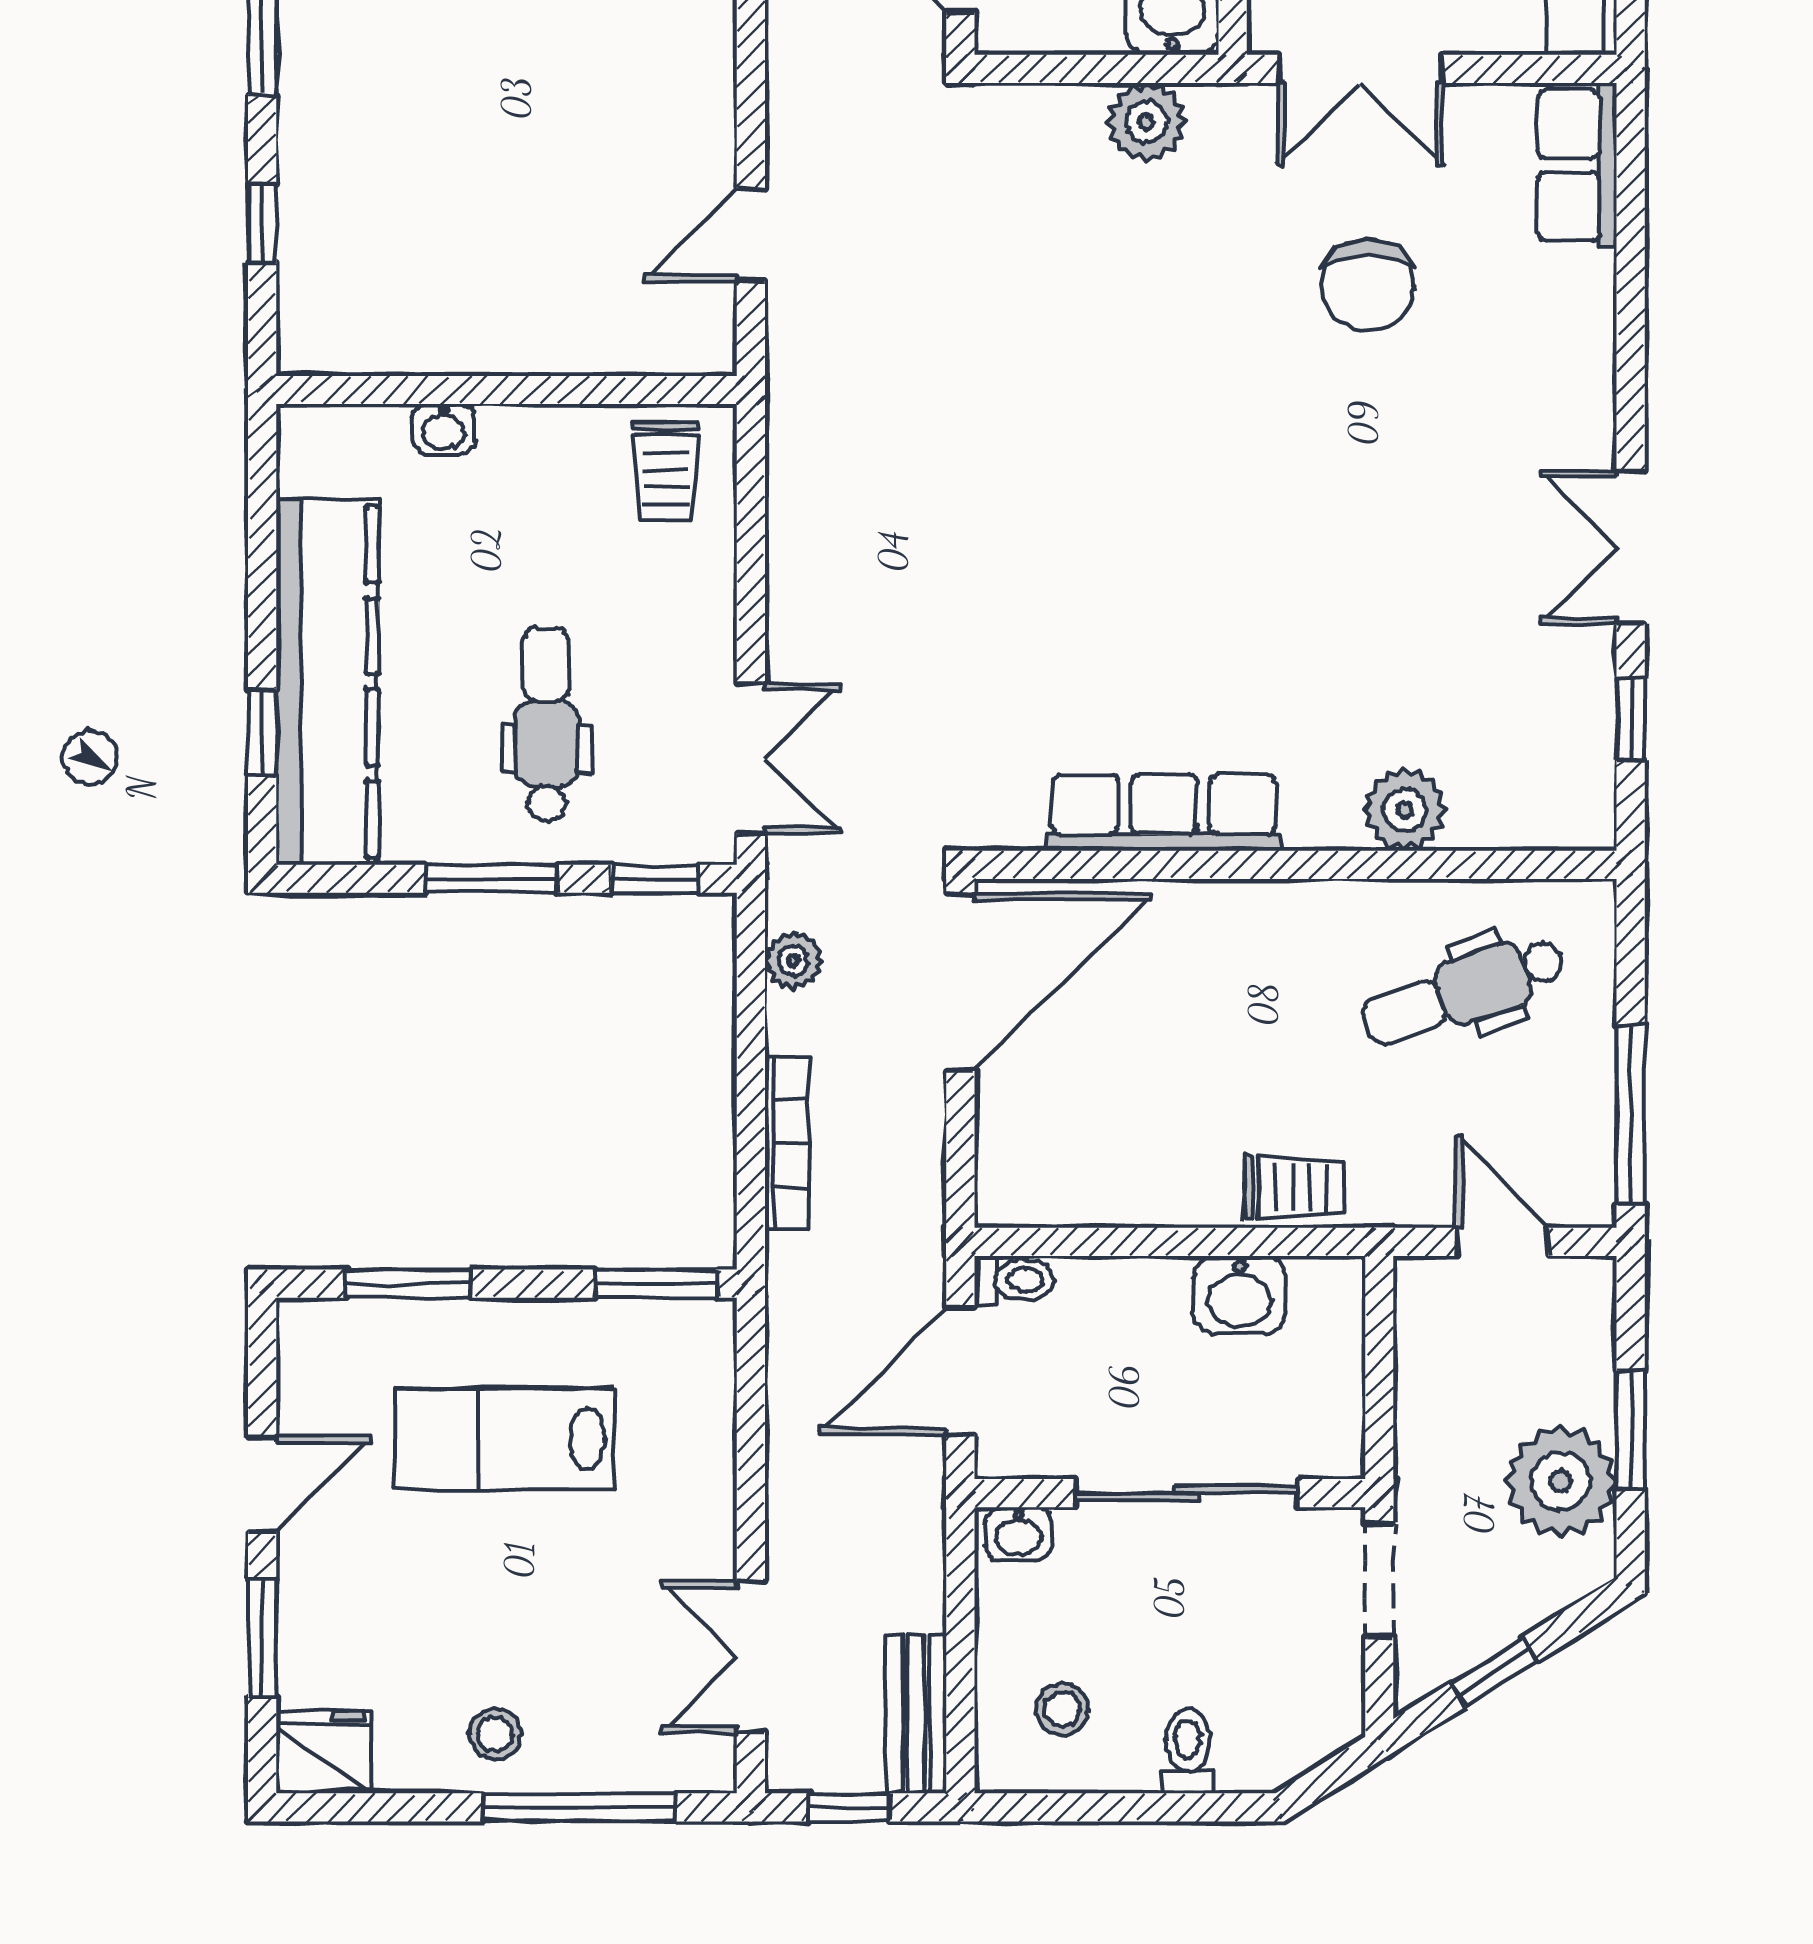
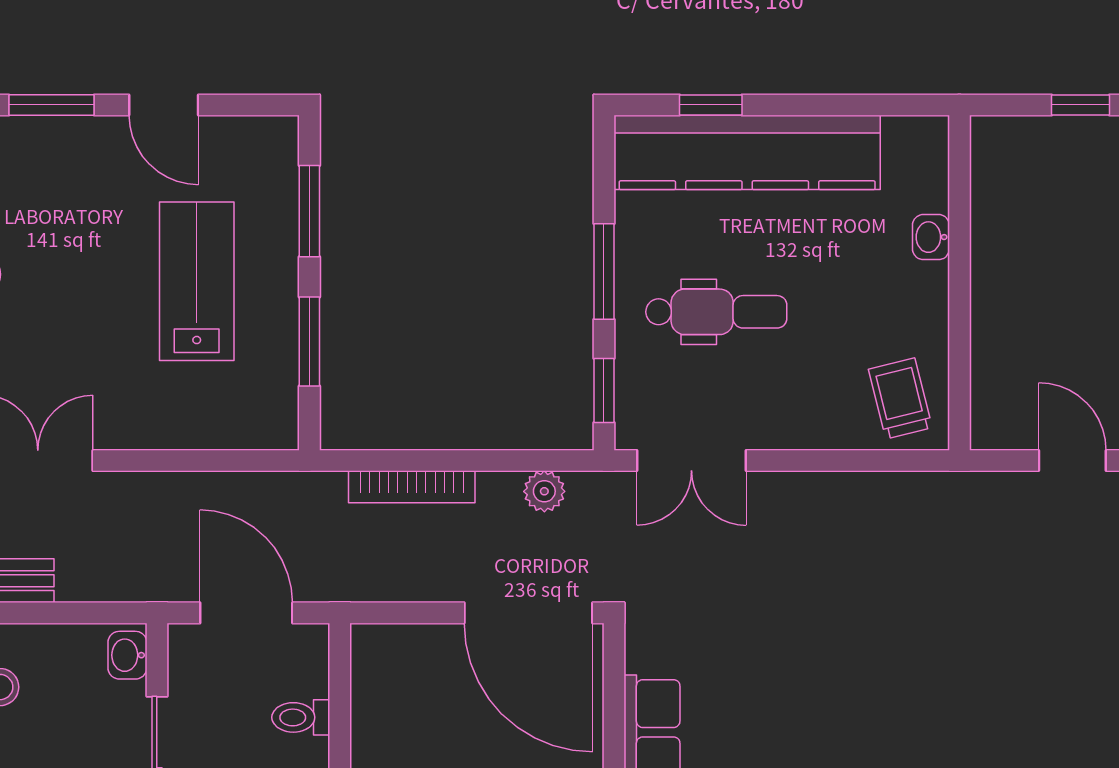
trolley: (665, 471) -> (900, 398), turned 76
toilet: (1014, 1280) -> (301, 717), moved, turned 90
window: (656, 1284) -> (309, 342), moved

